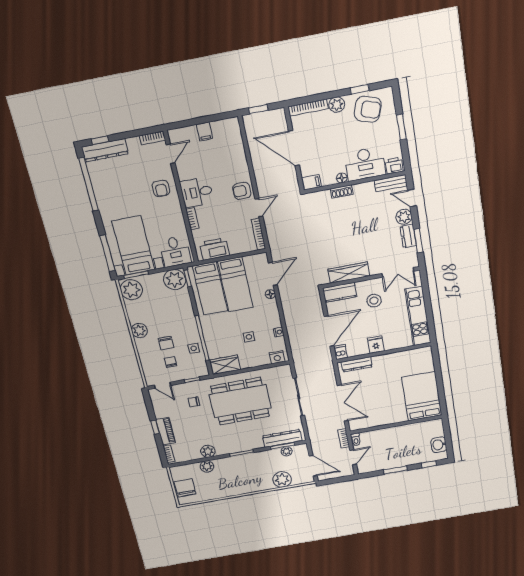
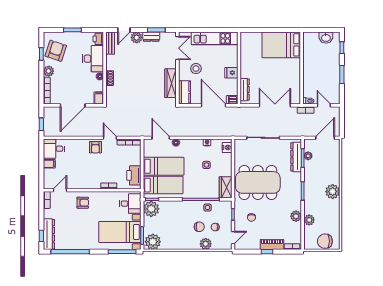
door: (171, 154) -> (60, 190), hinge flipped
desk: (197, 192) -> (54, 149), moved, turned 90
plant: (139, 331) -> (206, 244), moved
dining table: (240, 401) -> (258, 182), turned 90
plant: (282, 479) -> (333, 192), moved

